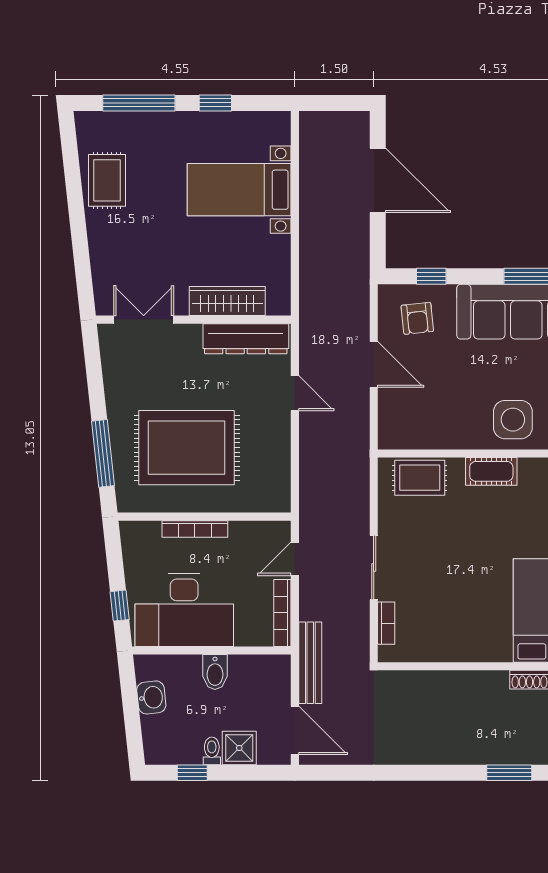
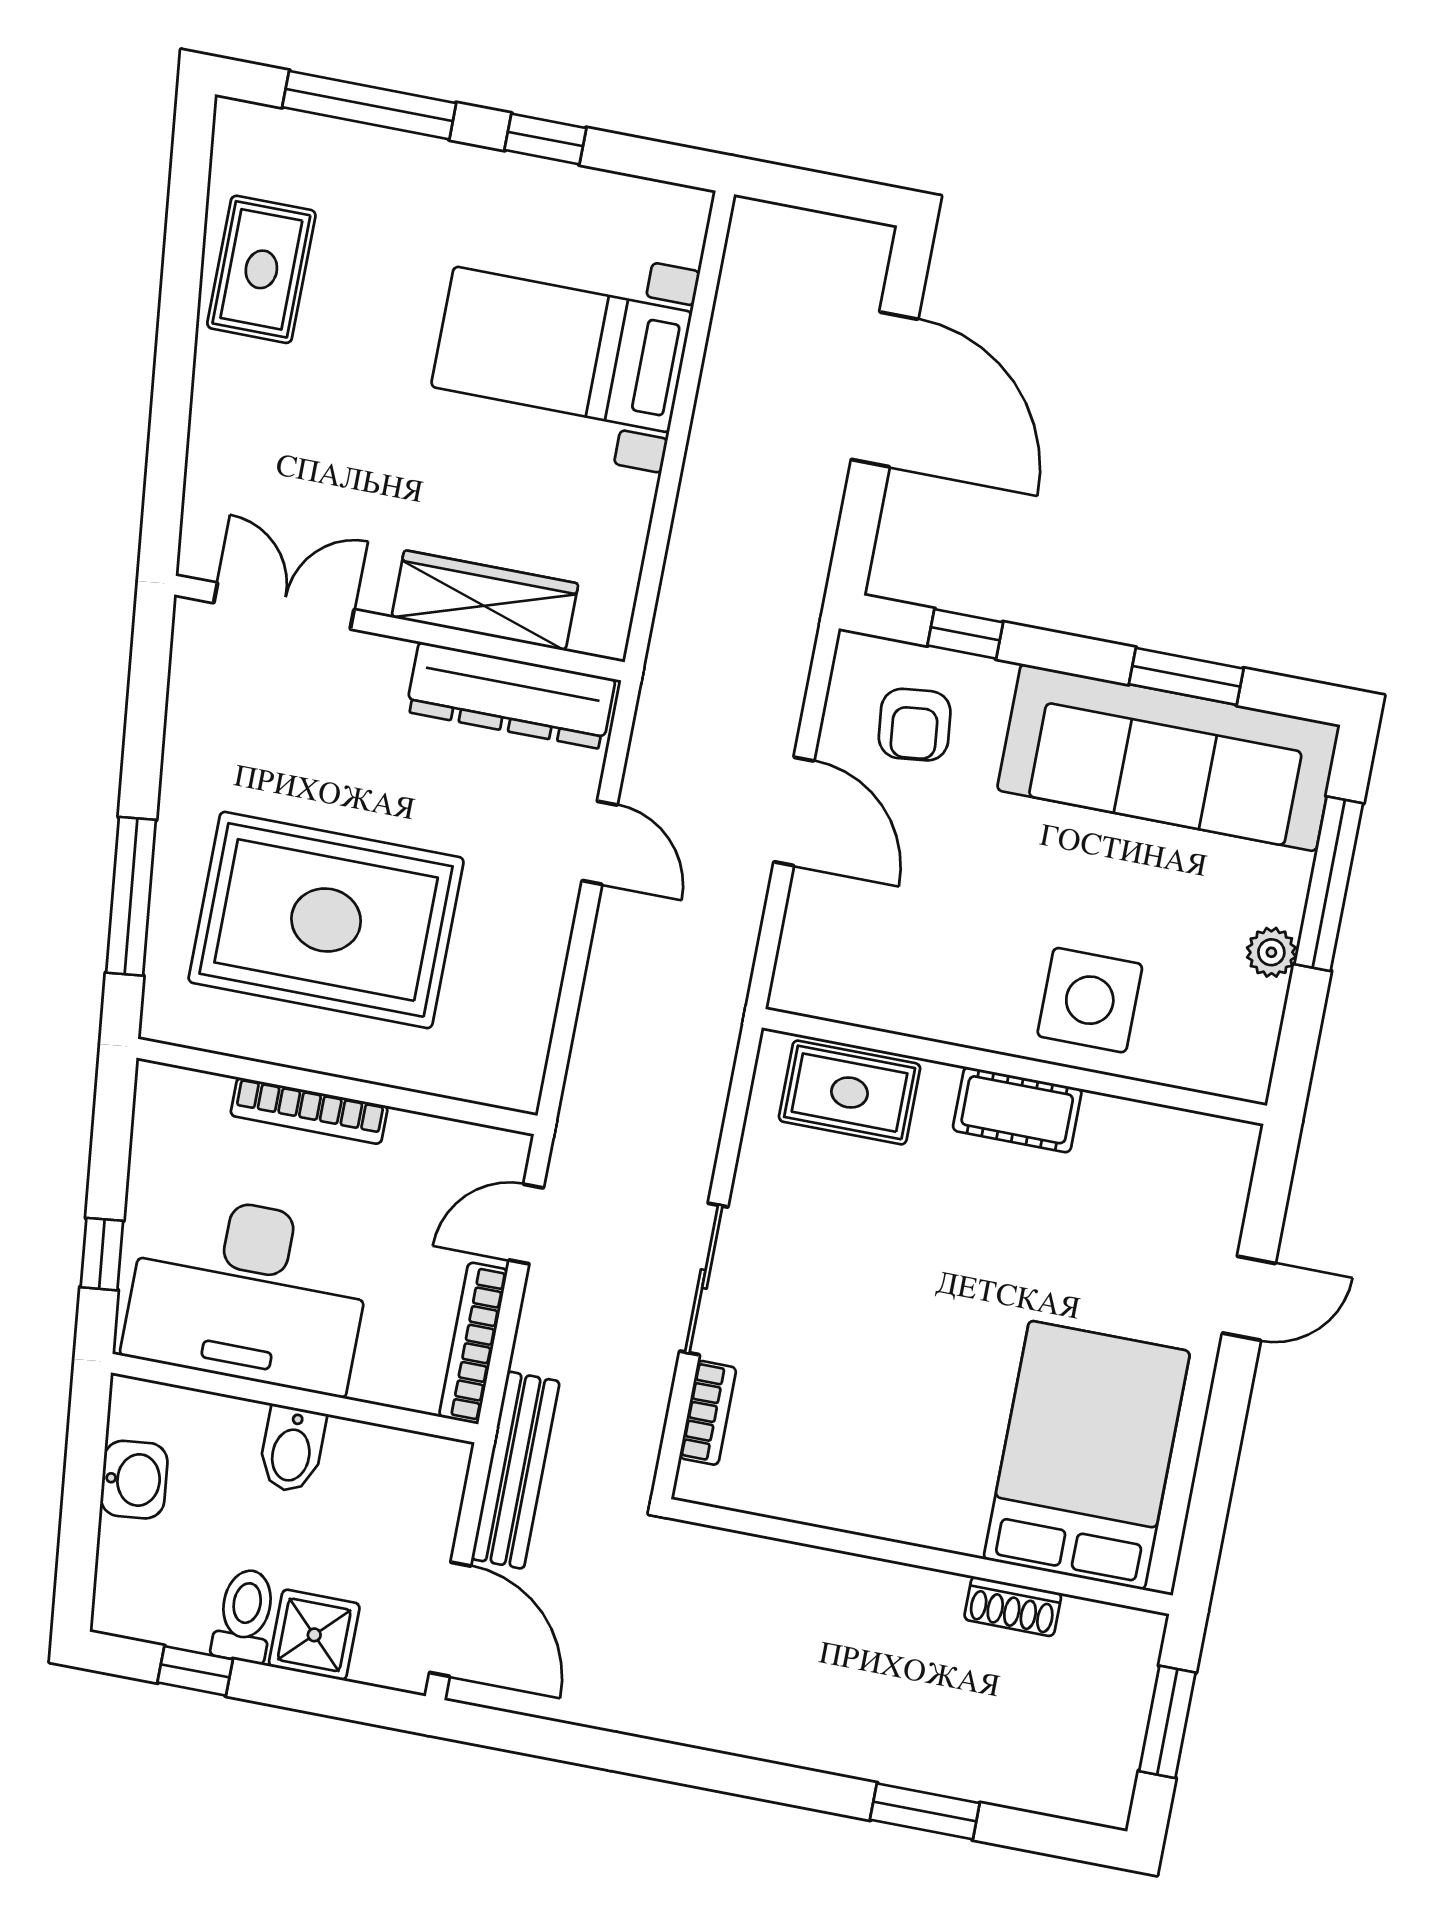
toilet: (212, 751) -> (245, 1615), width x1.37, depth x1.39

